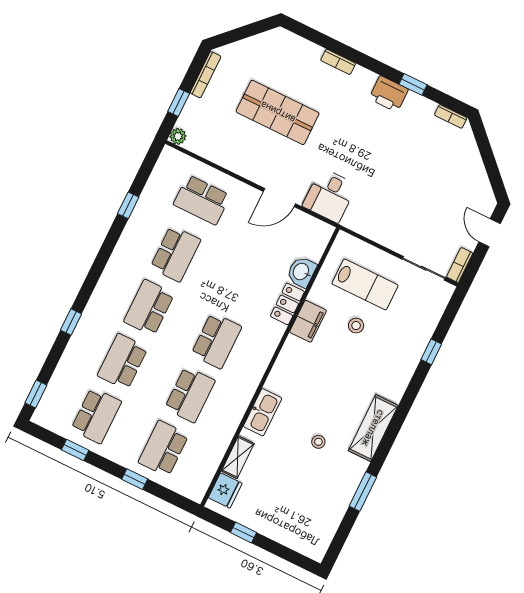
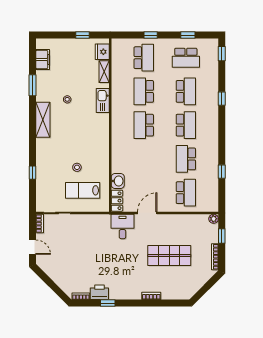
printer: (389, 94) -> (99, 292), moved
school desk: (202, 200) -> (186, 193), turned 90
locker: (287, 304) -> (117, 201), moved
filing cabinet: (308, 321) -> (43, 60), moved, turned 180
school desk: (96, 416) -> (186, 58), turned -90

